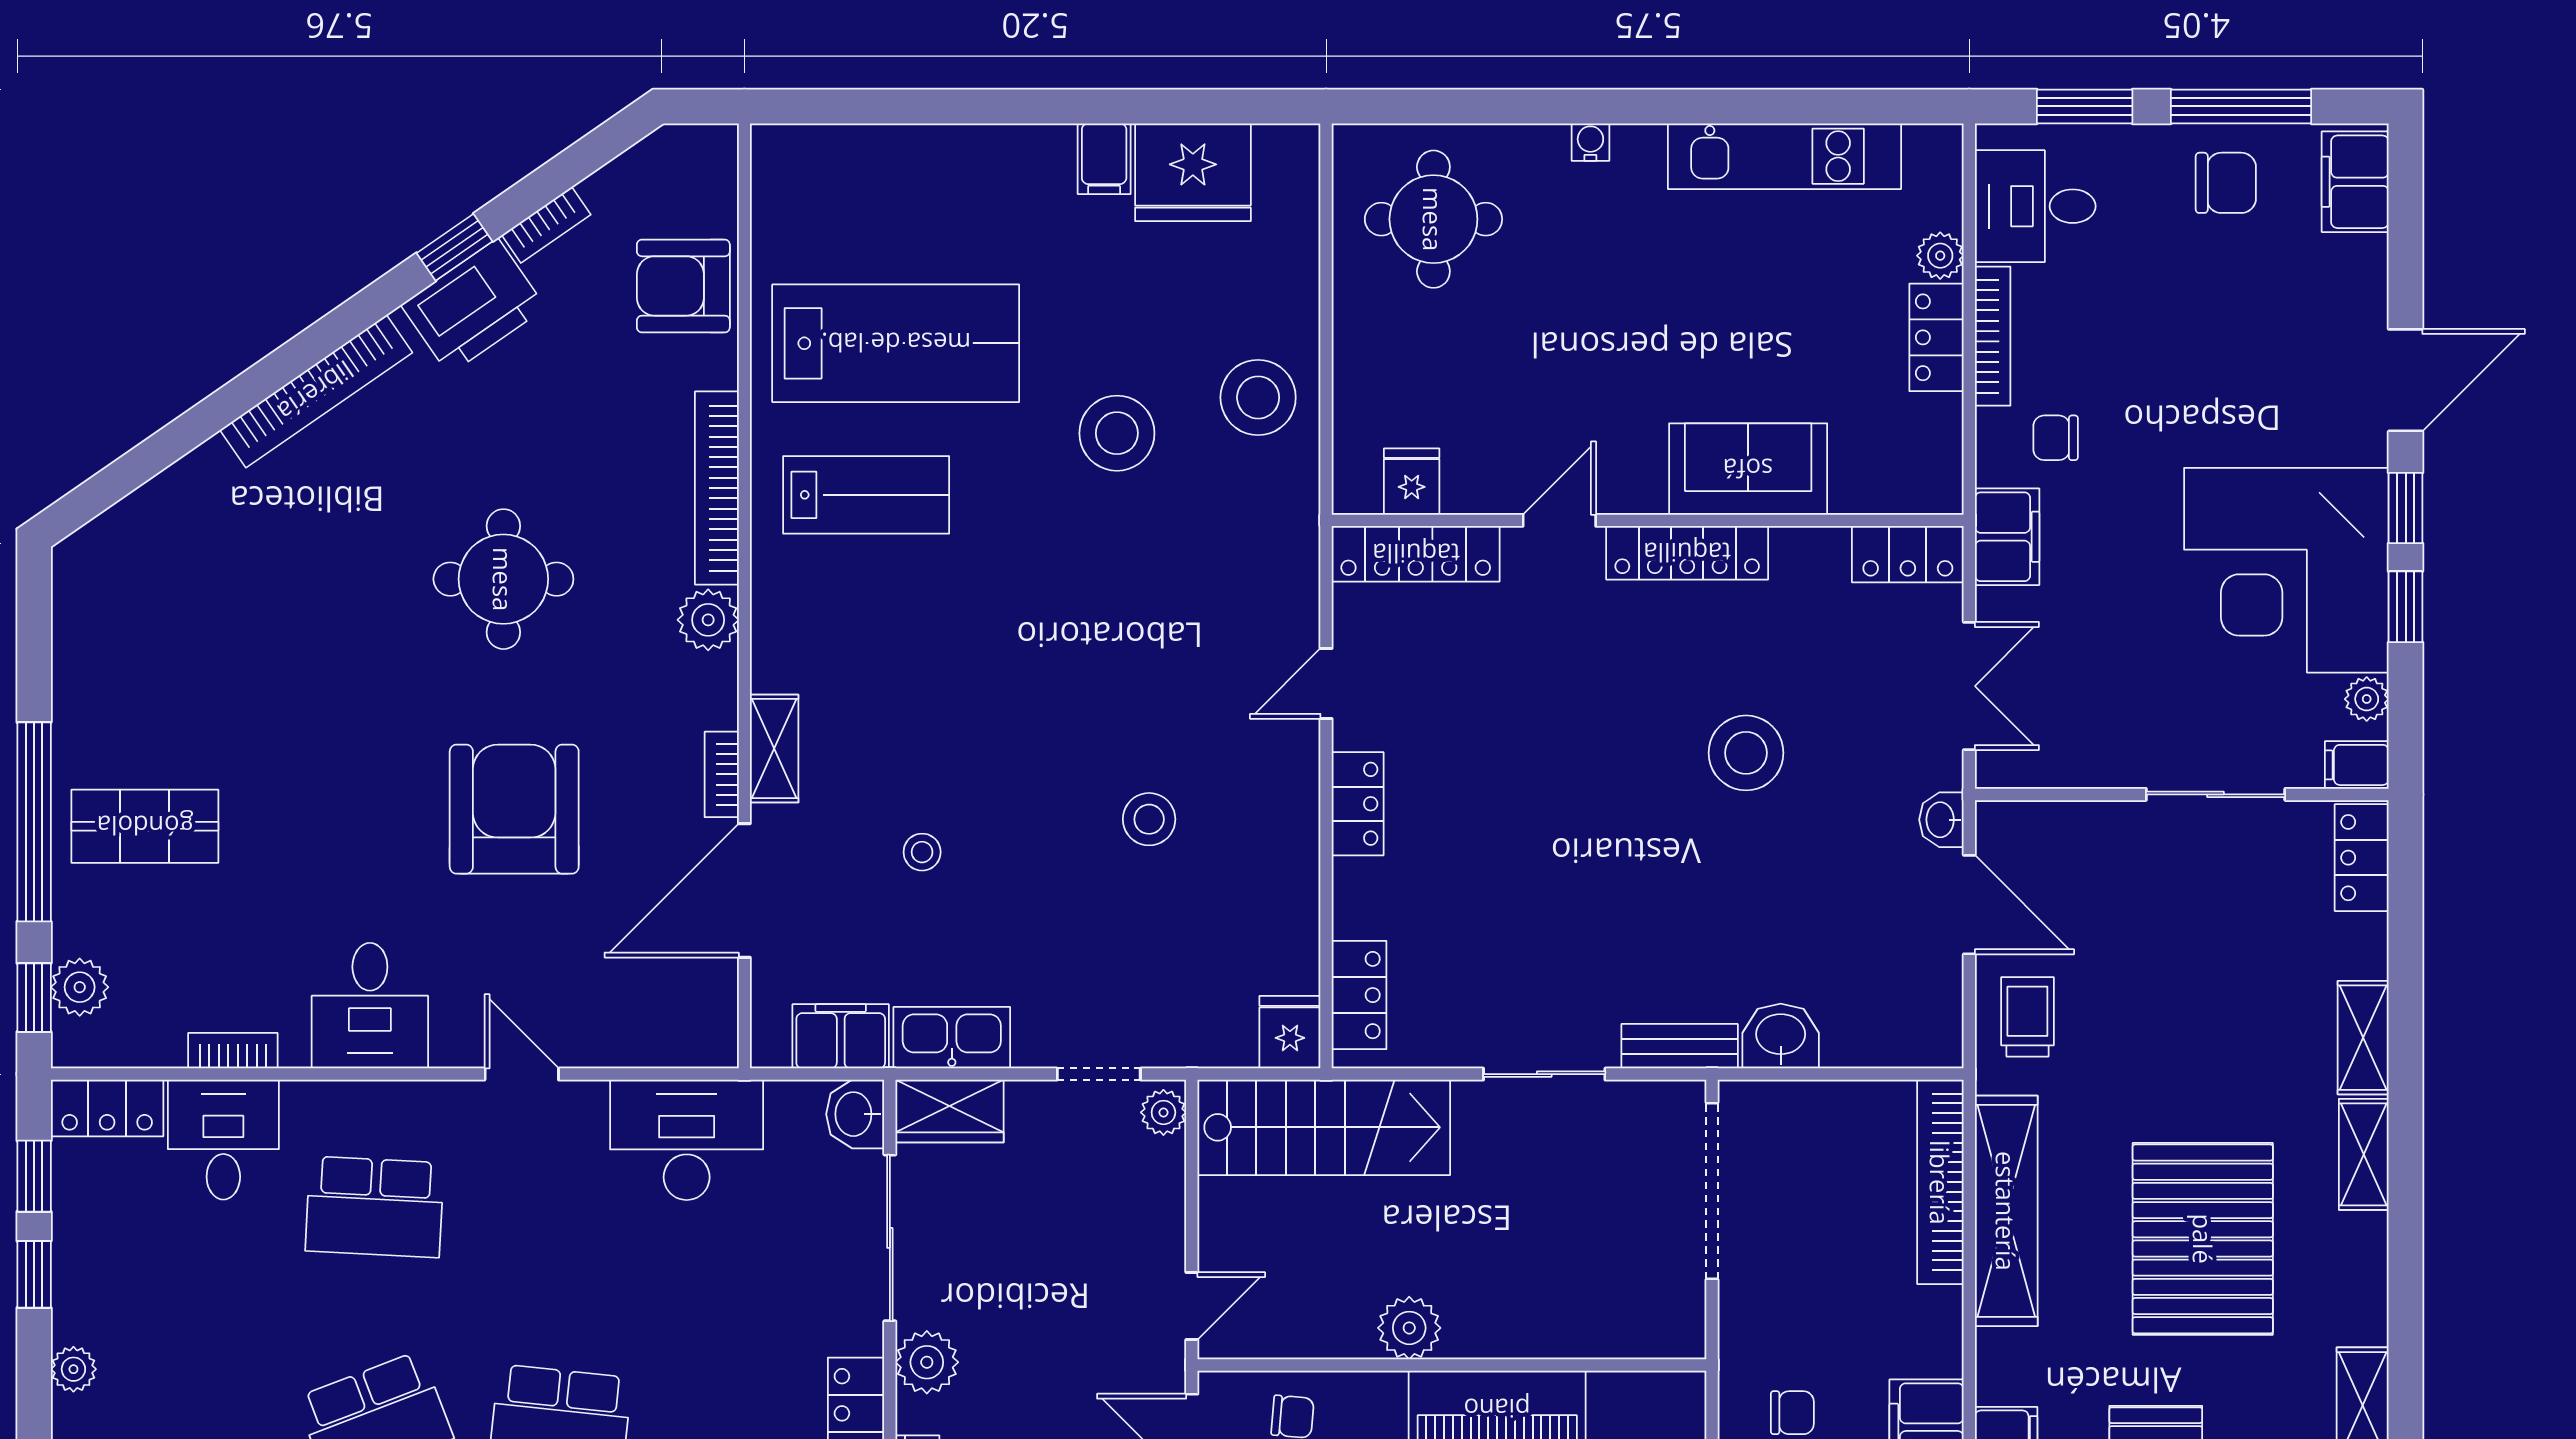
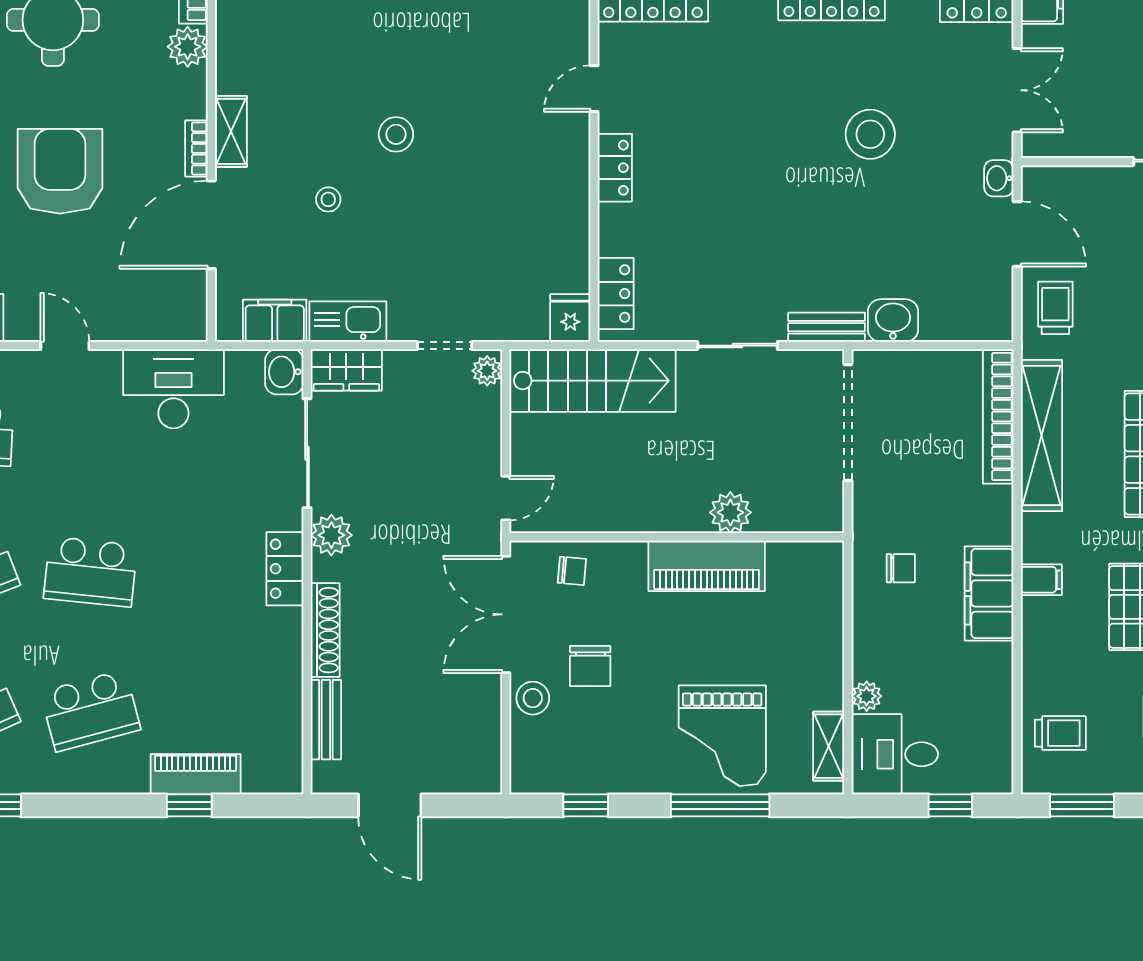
stool: (1149, 819) -> (396, 134), moved
plant: (1409, 1328) -> (730, 512), moved

